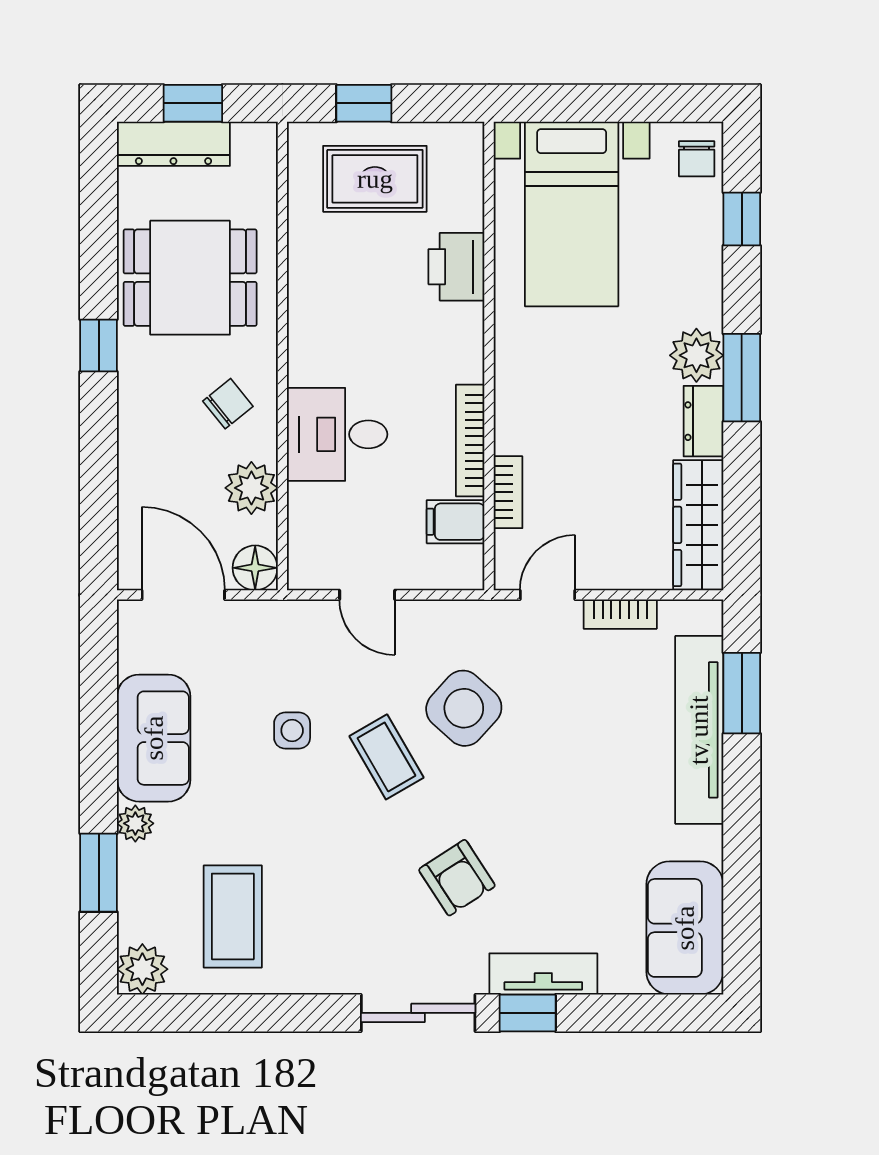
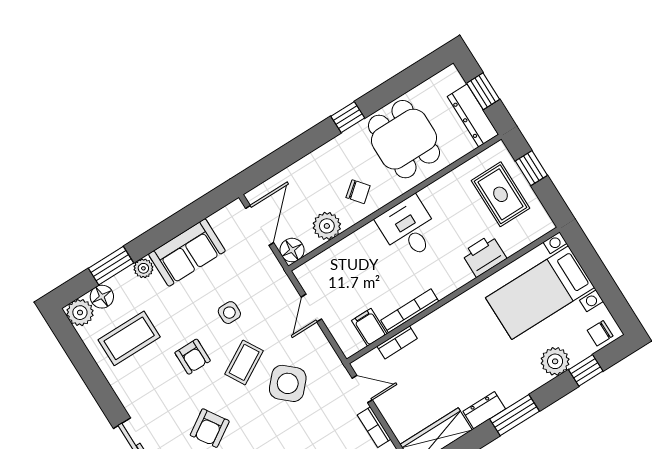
dresser: (173, 144) -> (473, 115), moved
plant: (696, 355) -> (555, 361), moved
desk: (337, 434) -> (408, 228), moved
armchair: (326, 833) -> (193, 357), added
floor lamp: (139, 918) -> (102, 297), added

